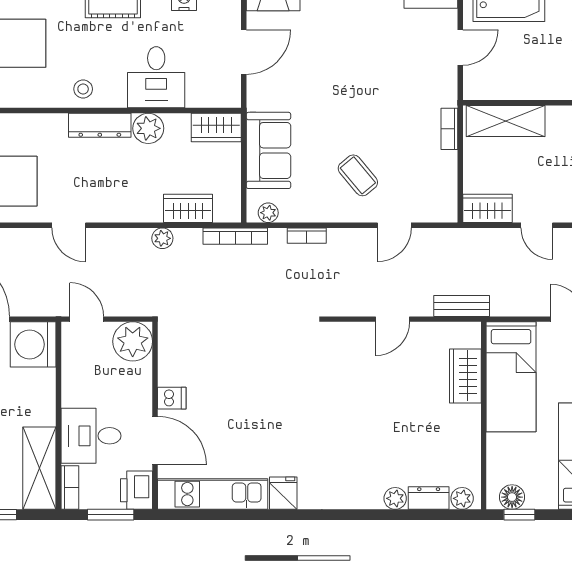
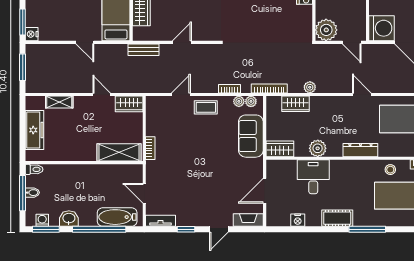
door: (460, 48) -> (144, 193), hinge flipped
stool: (83, 89) -> (390, 170), moved
dresser: (100, 125) -> (360, 150), moved
coffee table: (358, 175) -> (206, 107), moved, turned -50
plant: (290, 213) -> (239, 101), added

